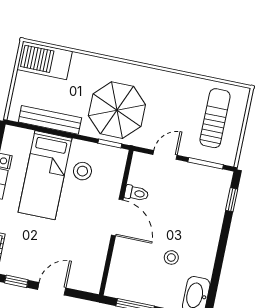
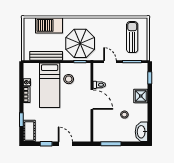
barbecue: (45, 60) -> (49, 25), moved
door: (165, 155) -> (110, 62), hinge flipped
shower: (208, 230) -> (141, 96), added
door: (52, 289) -> (65, 144), hinge flipped

